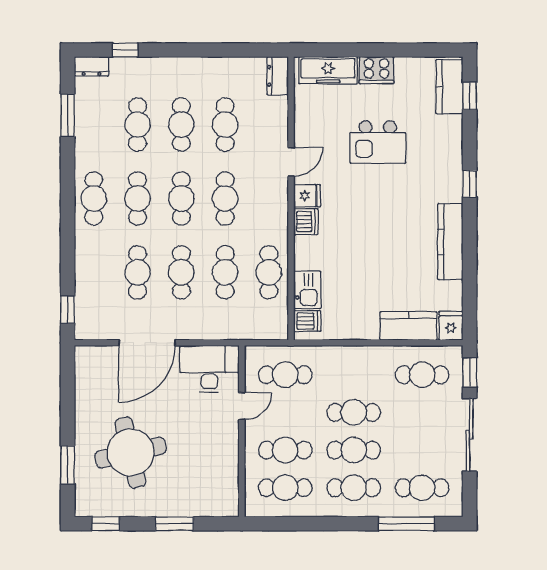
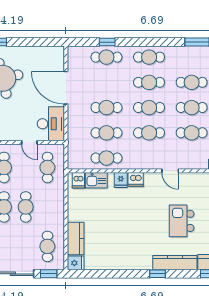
fridge: (307, 196) -> (121, 180), moved
kitchen counter: (450, 242) -> (175, 263), moved
cafe table: (138, 272) -> (106, 57), moved
window: (68, 310) -> (107, 42), moved

